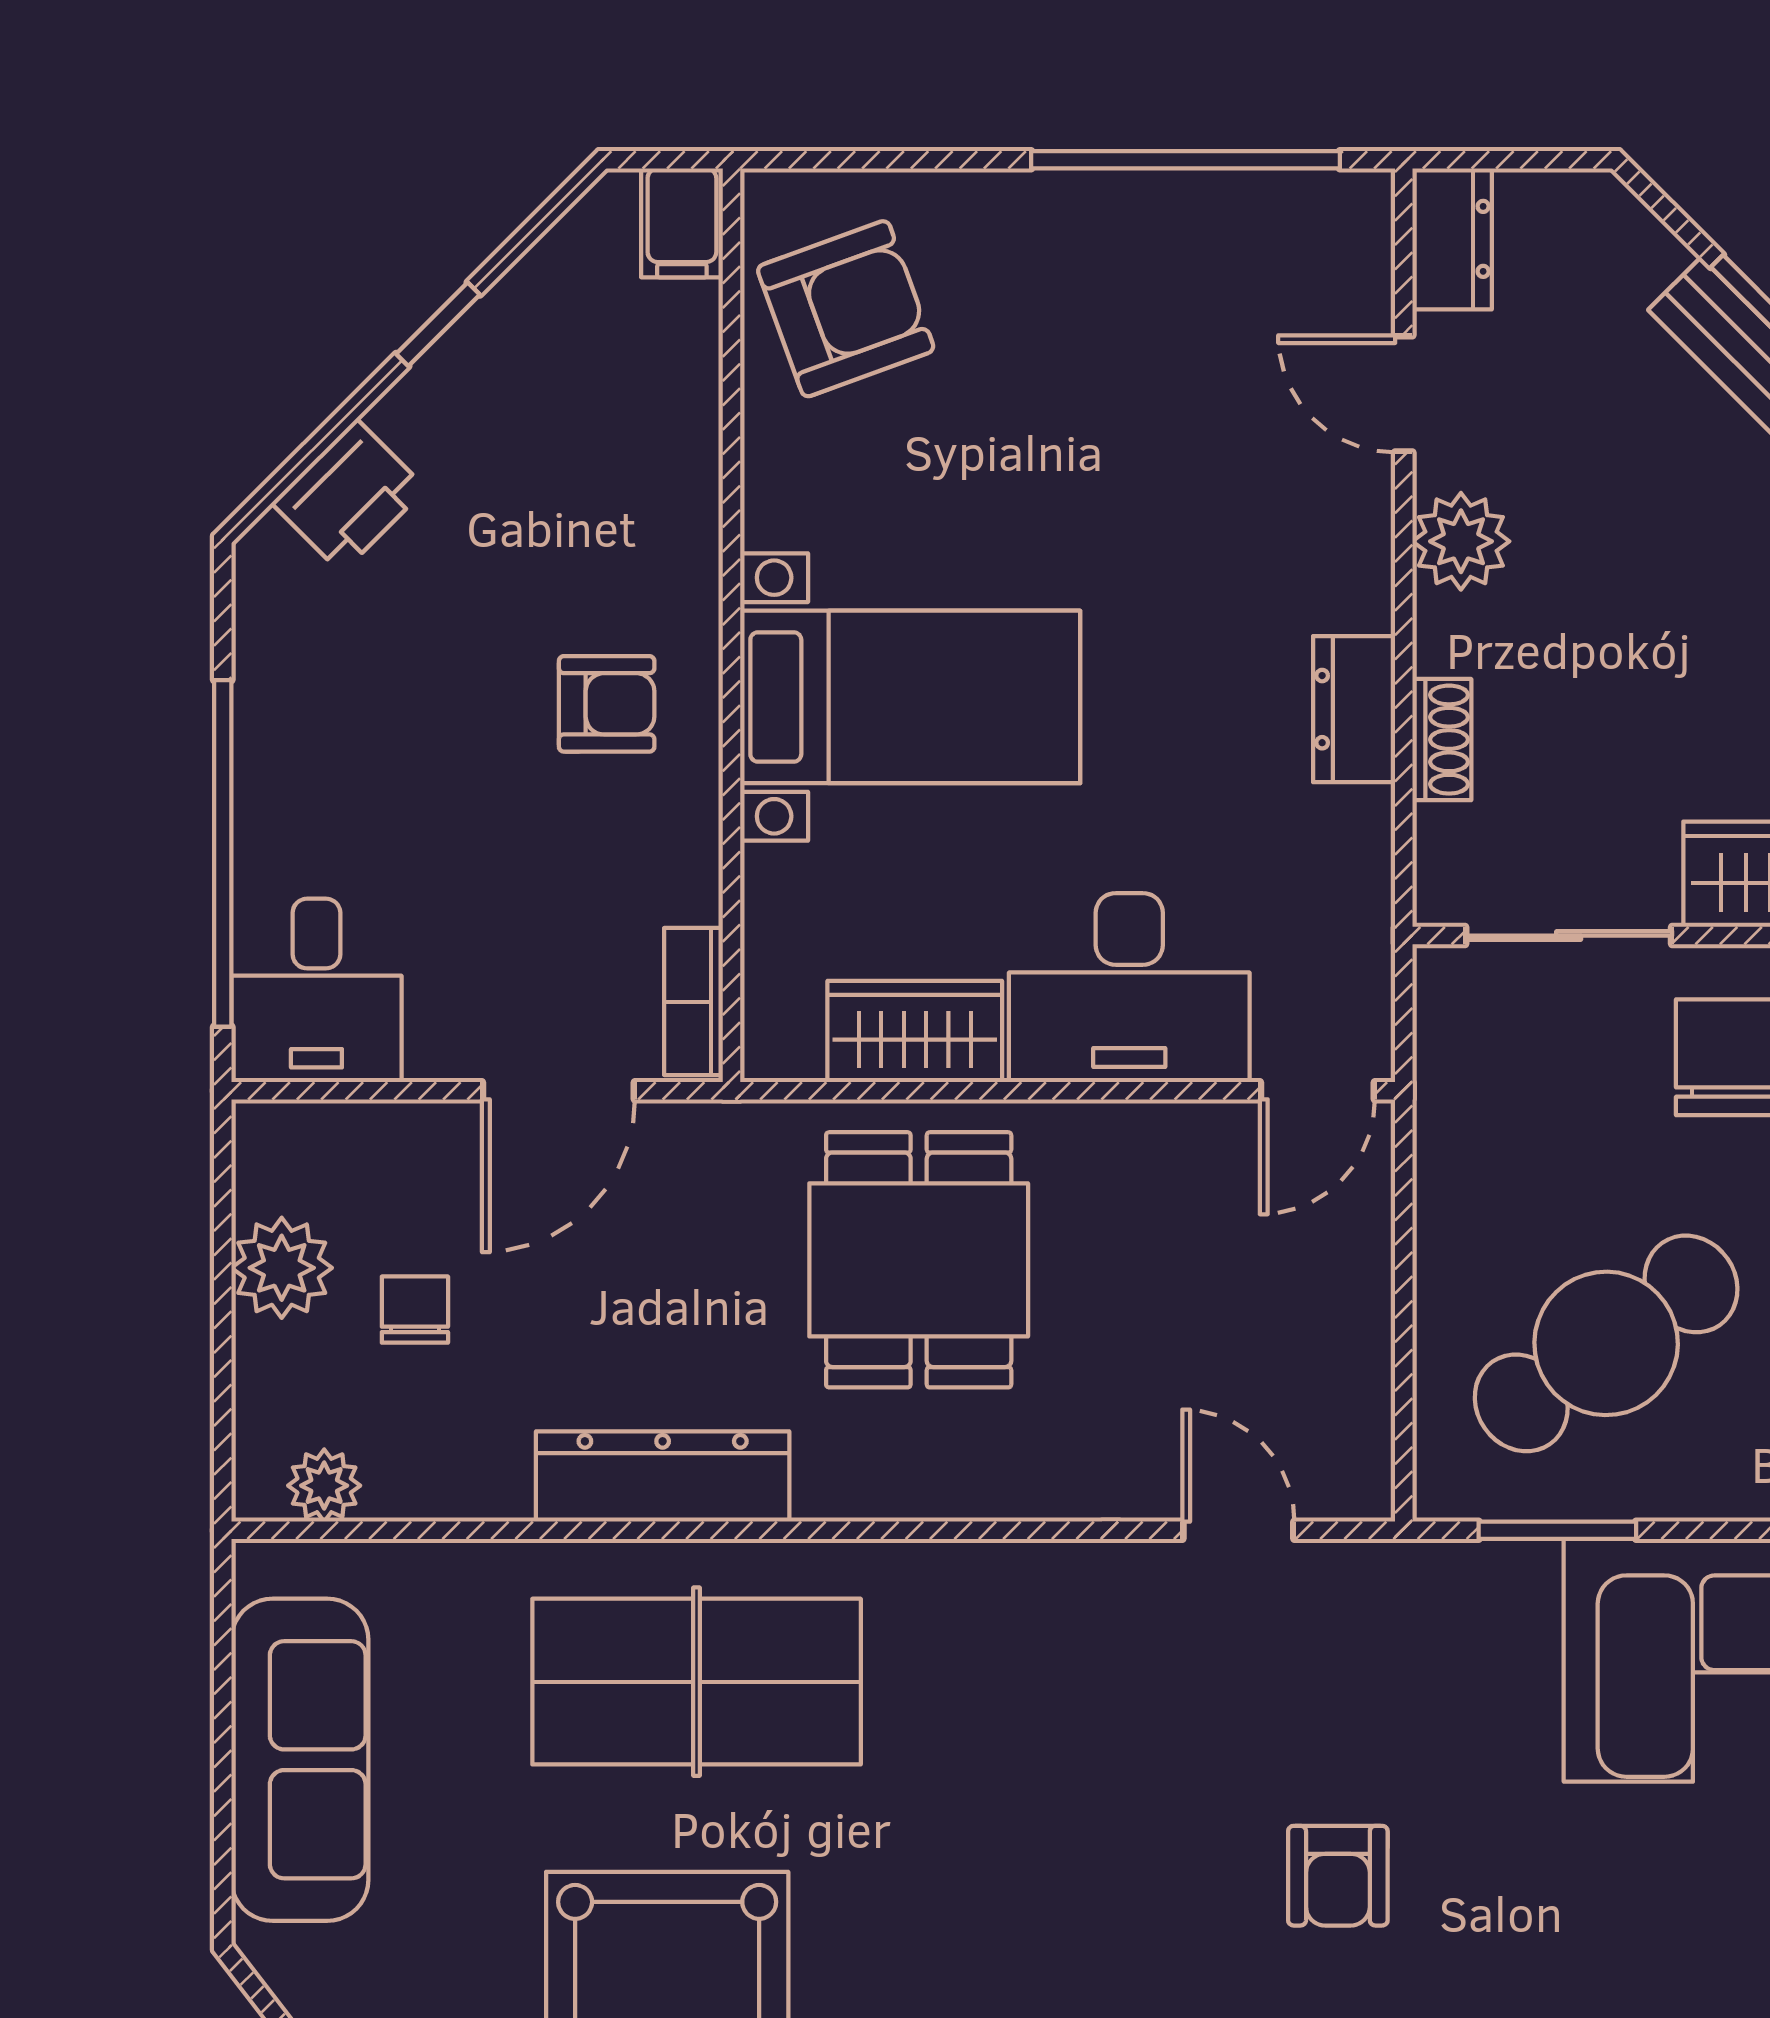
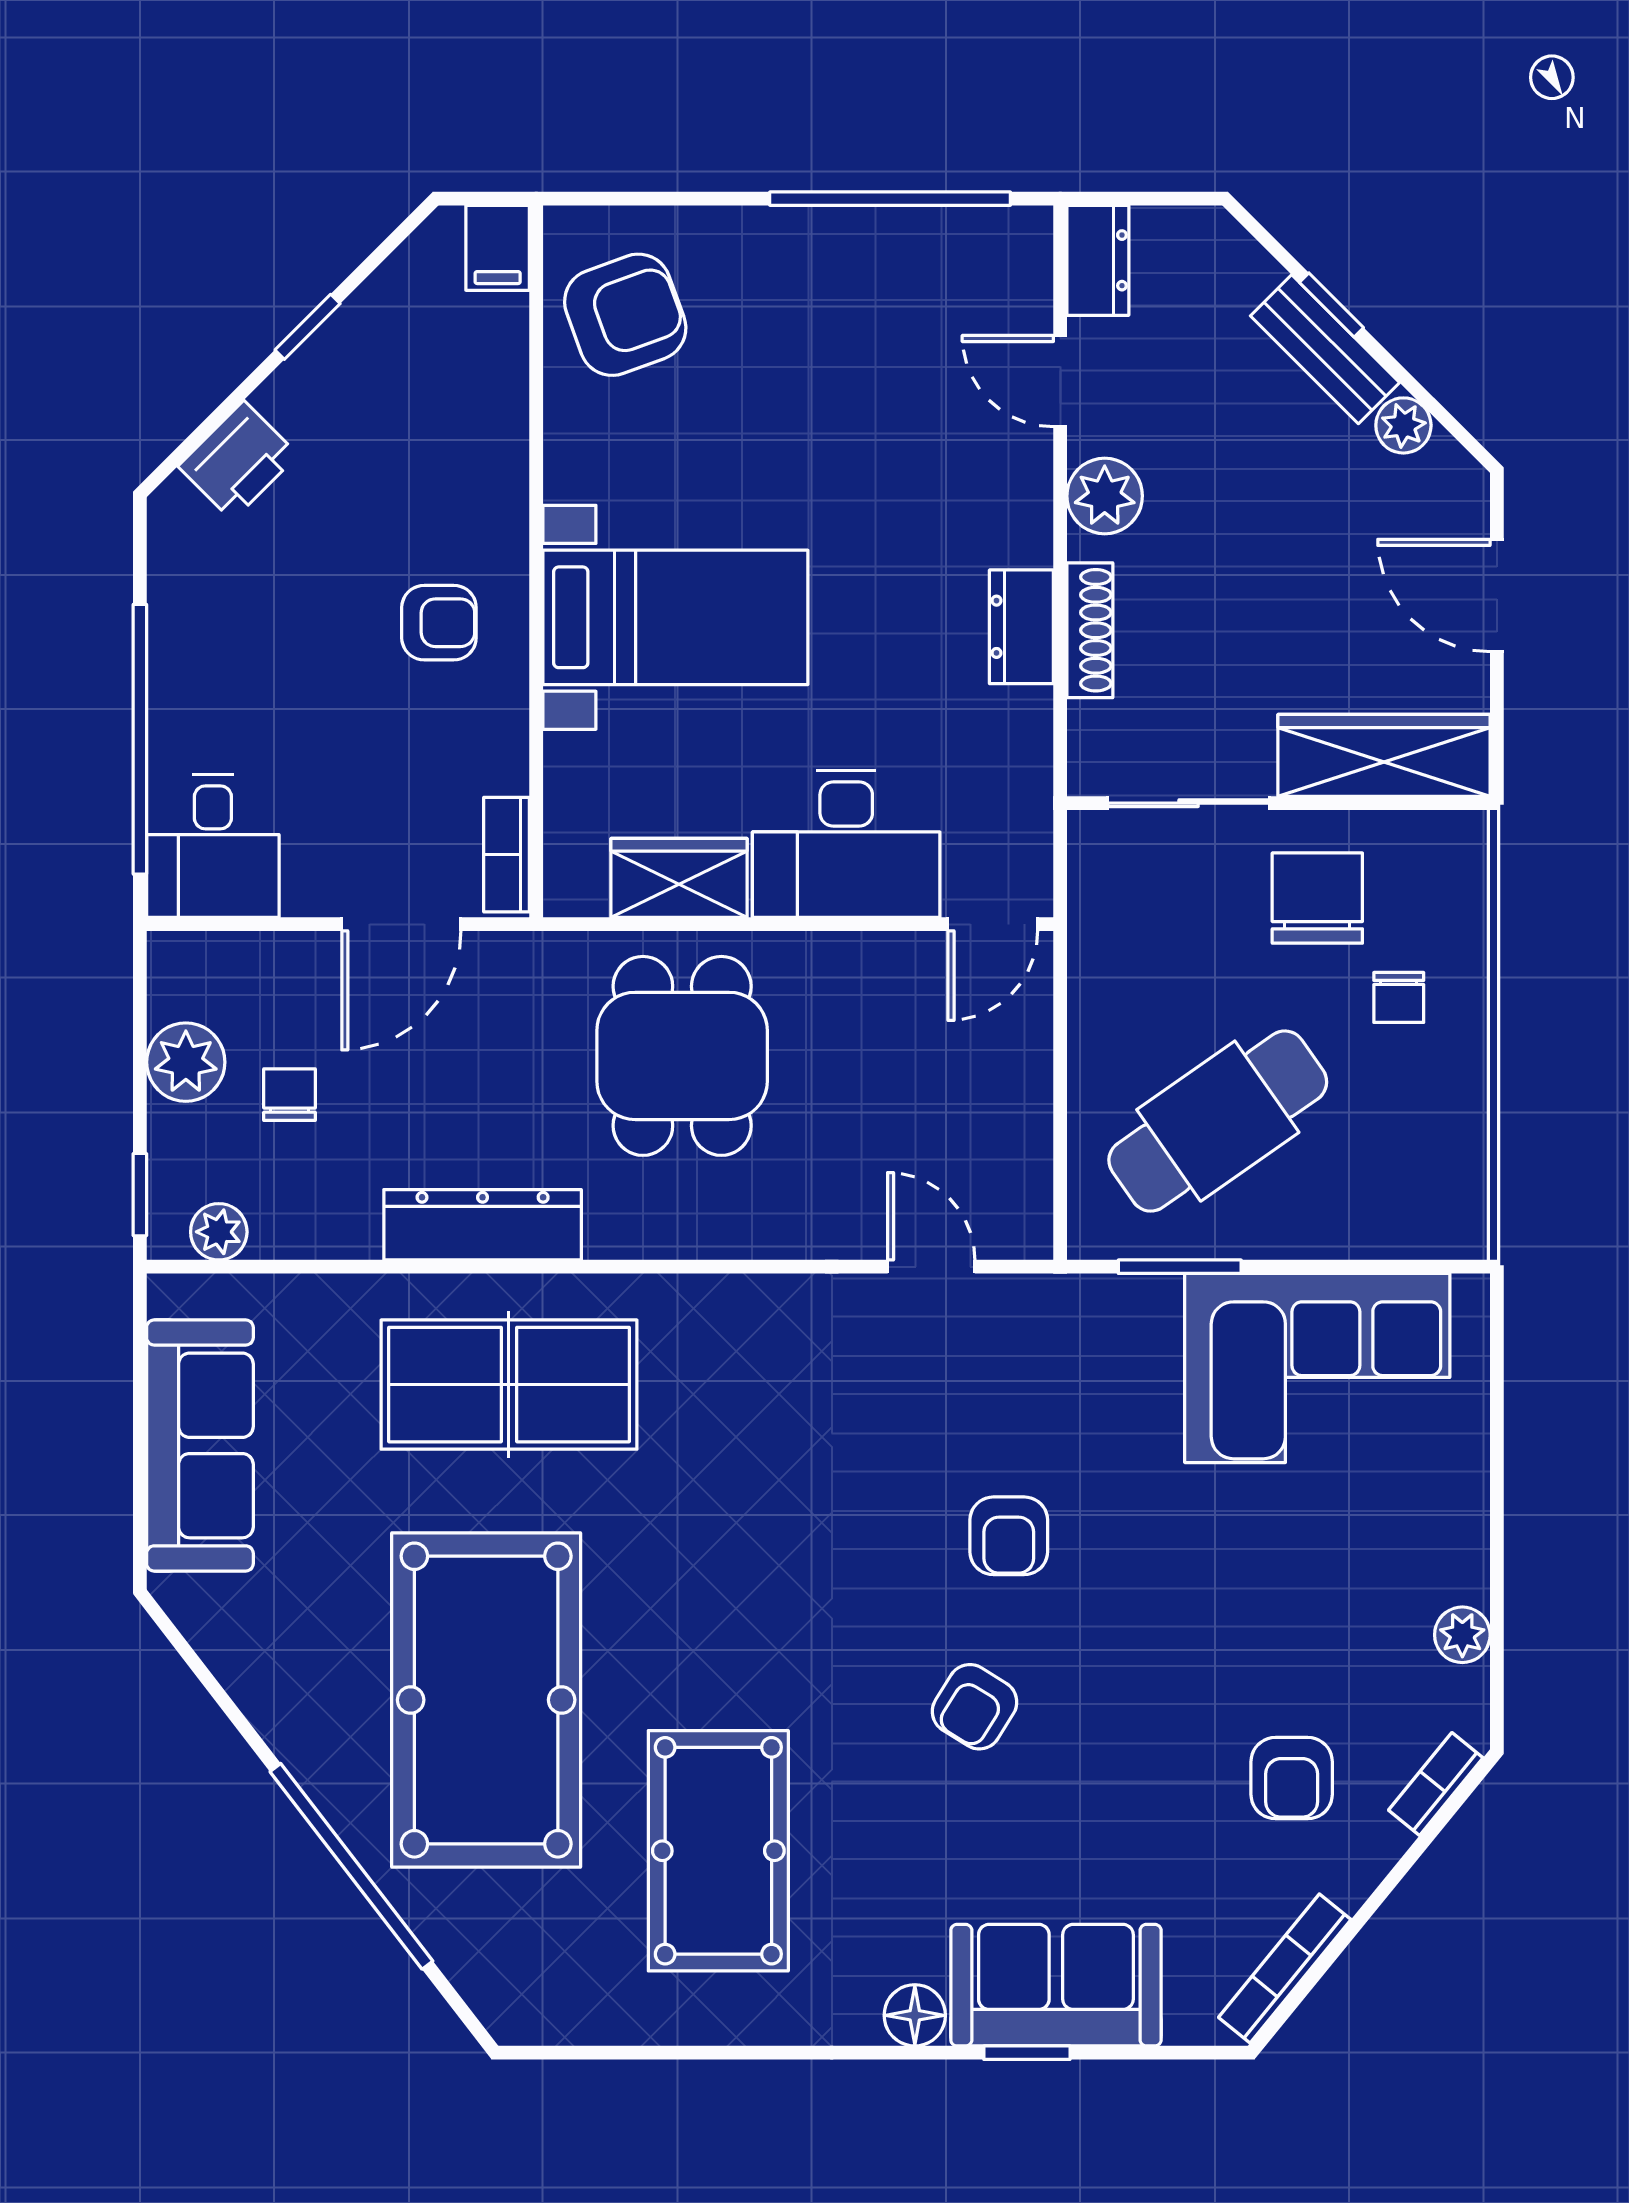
shoe rack: (1442, 740) -> (1090, 630), width x1.43
window: (223, 1438) -> (140, 1195), added

